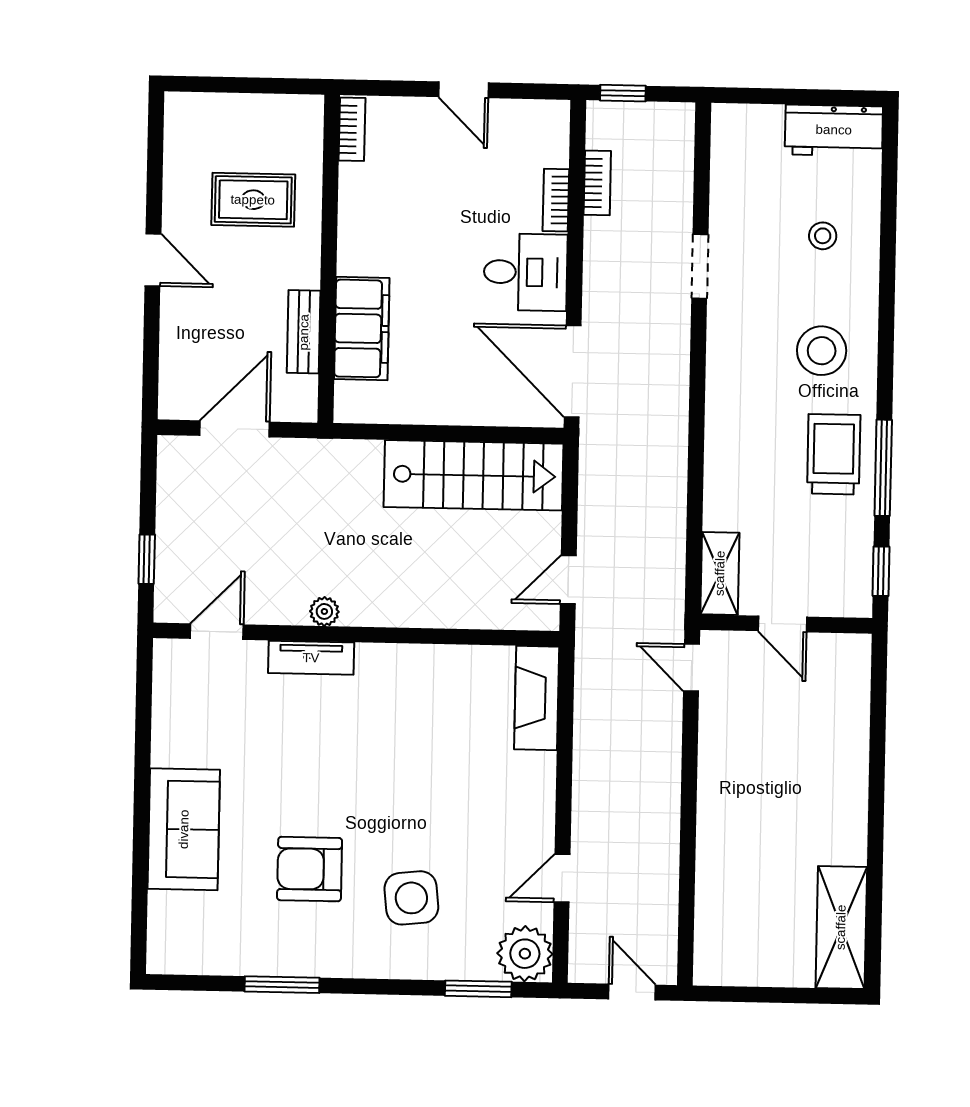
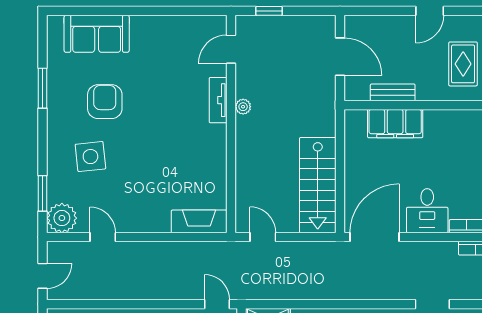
door: (217, 632) -> (231, 49), swing flipped
door: (691, 668) -> (217, 304), hinge flipped
sofa: (184, 829) -> (97, 34), moved

